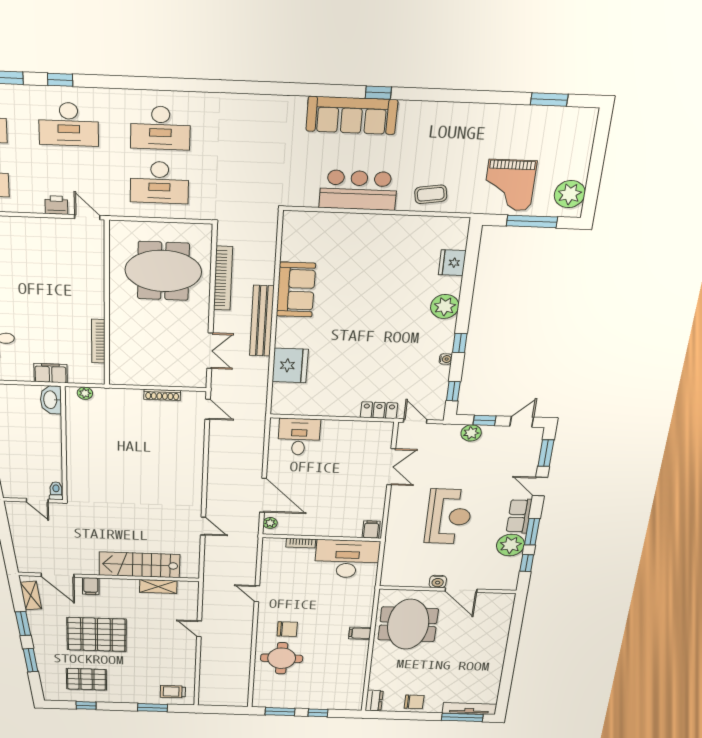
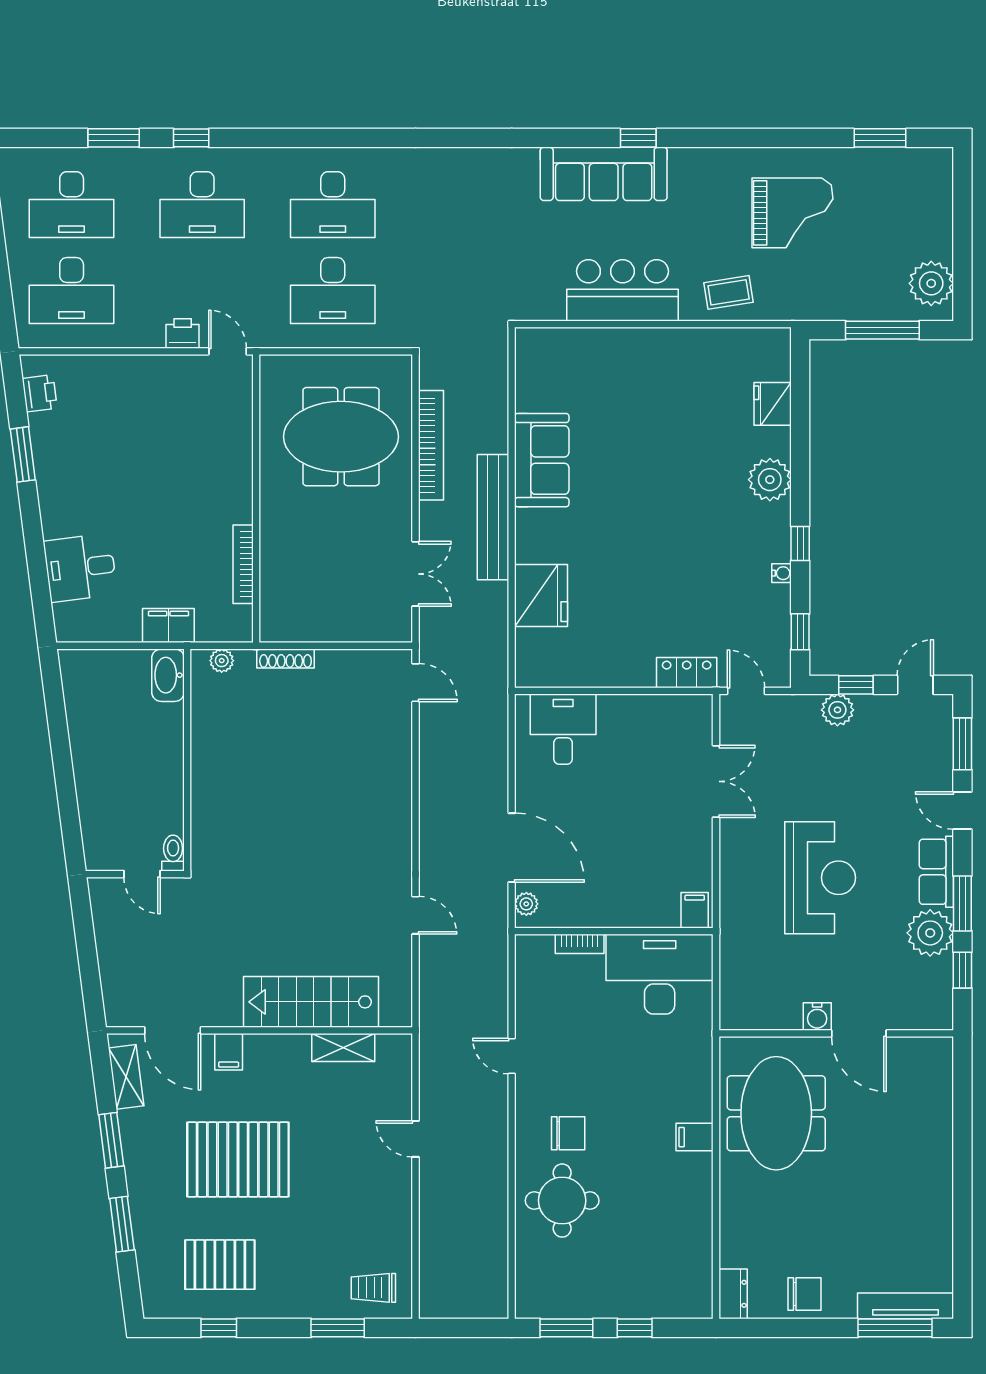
grand piano: (510, 185) -> (792, 213), moved, turned -90
shoe rack: (162, 395) -> (286, 658), moved

